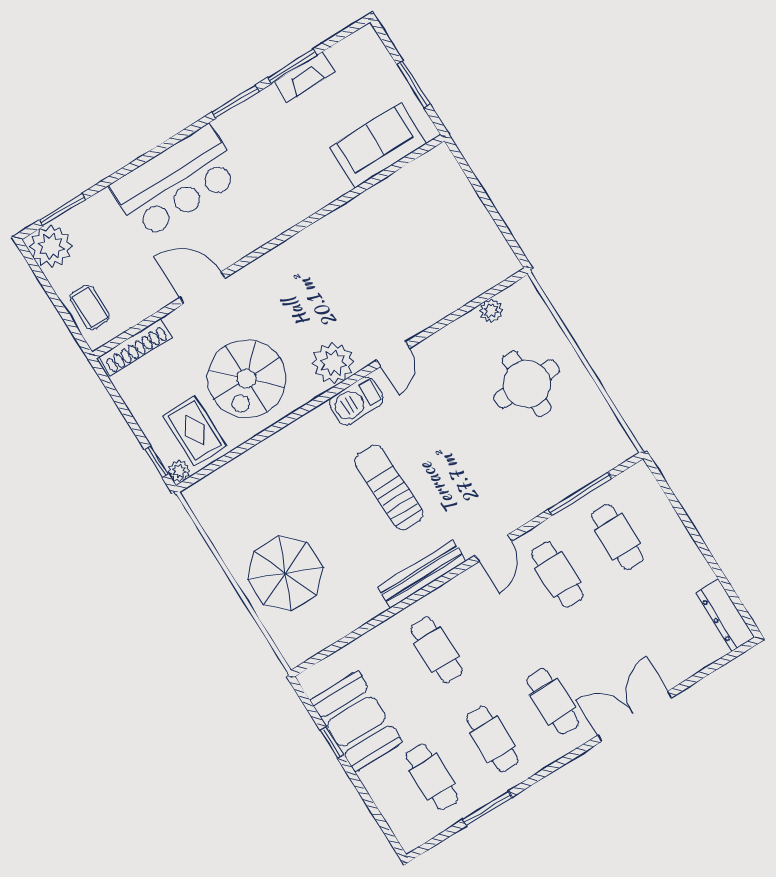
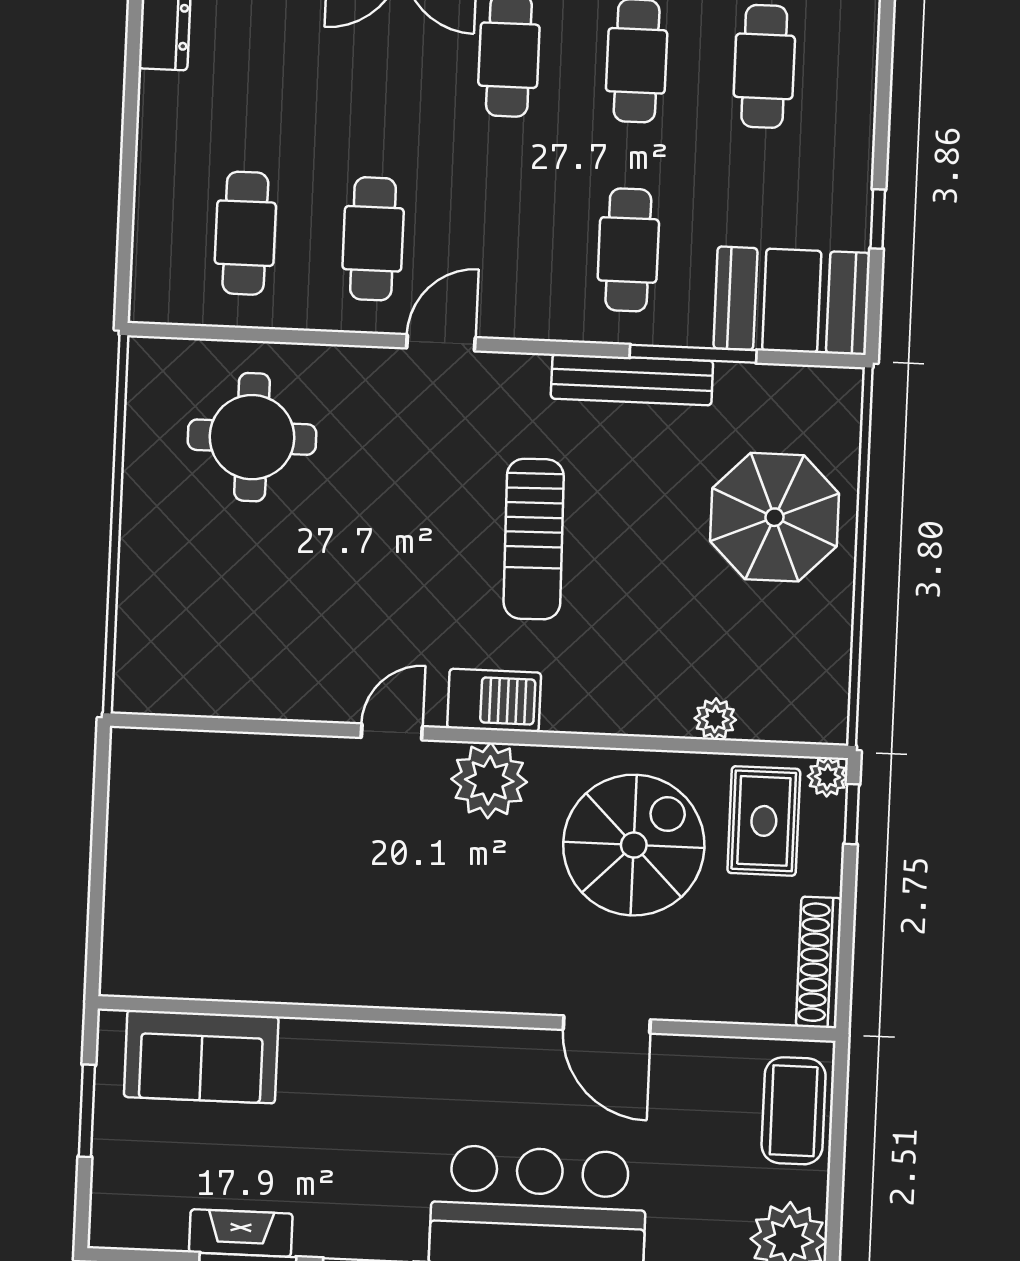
coffee table: (90, 307) -> (794, 1111), width x1.36, depth x1.30
plant: (491, 311) -> (715, 719), moved
shoe rack: (135, 347) -> (819, 962), moved, turned -90
round table: (527, 384) -> (252, 437), moved
window: (580, 494) -> (693, 354), moved
bench: (422, 574) -> (632, 380), moved
booth: (356, 721) -> (792, 301), moved, turned 90

